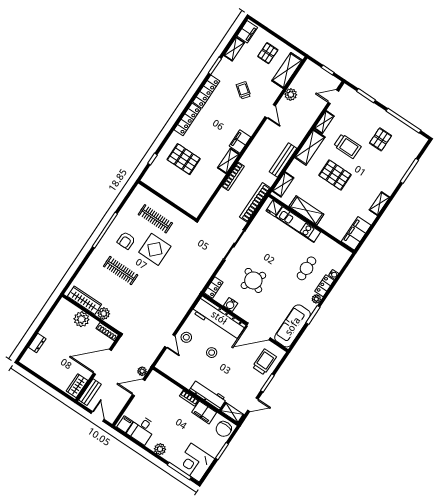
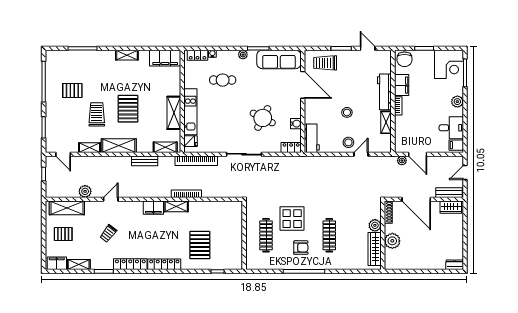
bench: (283, 160) -> (145, 161), width x0.73
locker: (324, 286) -> (198, 55), moved
workbench: (219, 318) -> (312, 138), width x0.53, depth x0.76
dresser: (37, 343) -> (455, 265), moved
shelving: (232, 413) -> (386, 122), moved
chair: (224, 429) -> (404, 59), turned 90

